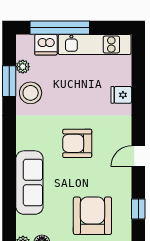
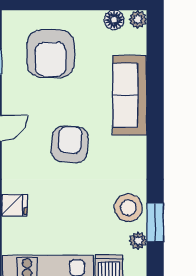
armchair: (77, 143) -> (70, 144), turned -86

